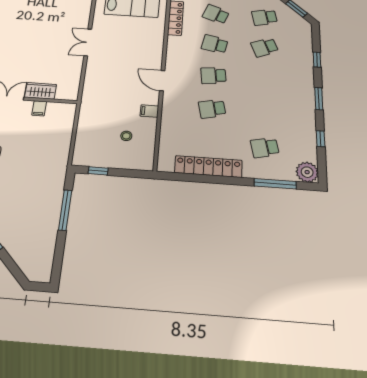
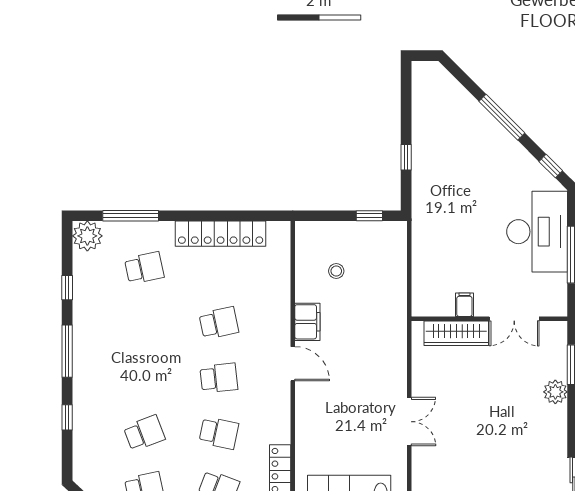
wardrobe: (41, 91) -> (456, 333), width x1.50
window: (319, 99) -> (67, 351), width x1.44
filing cabinet: (149, 111) -> (307, 322), width x2.00
window: (65, 210) -> (406, 157), width x0.46

